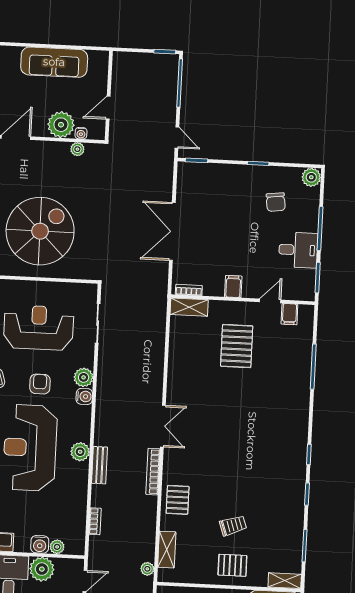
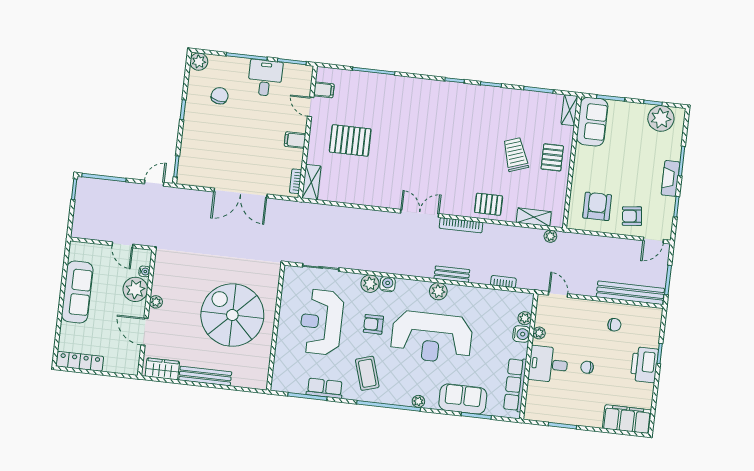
plant: (77, 149) -> (156, 302), moved
chair: (276, 202) -> (220, 96), turned -71
trolley: (233, 525) -> (516, 155), width x1.36, depth x1.39
plant: (42, 569) -> (539, 333), width x0.53, depth x0.53

